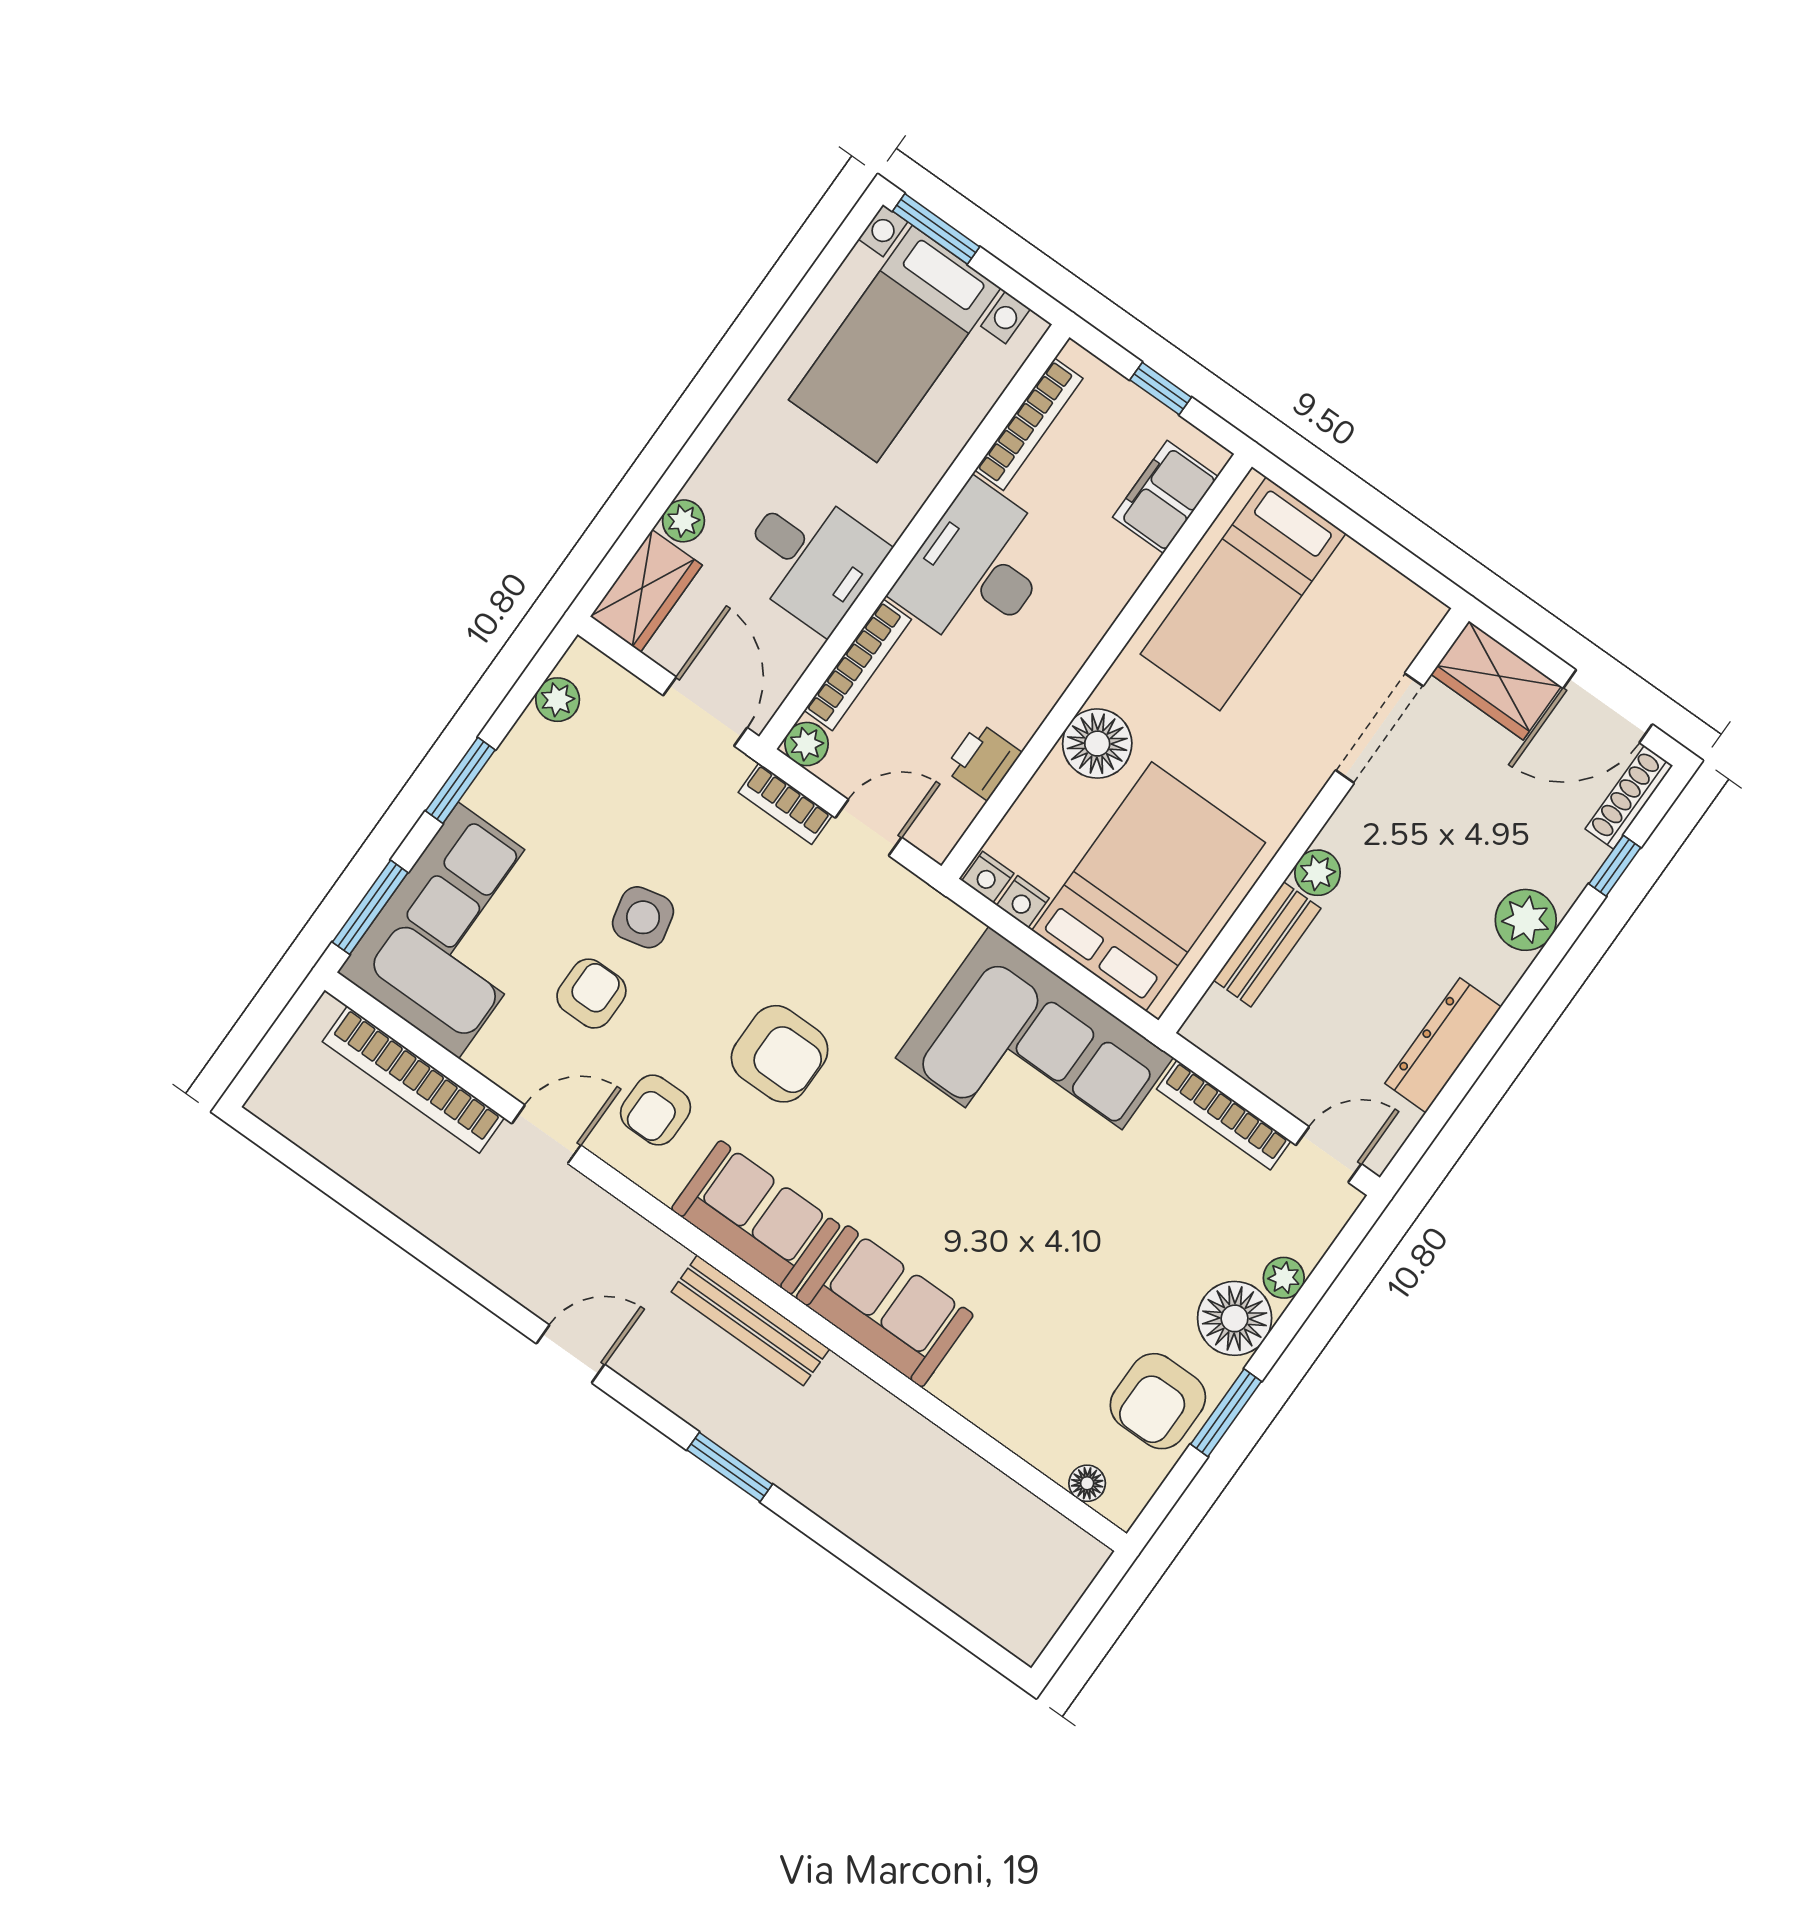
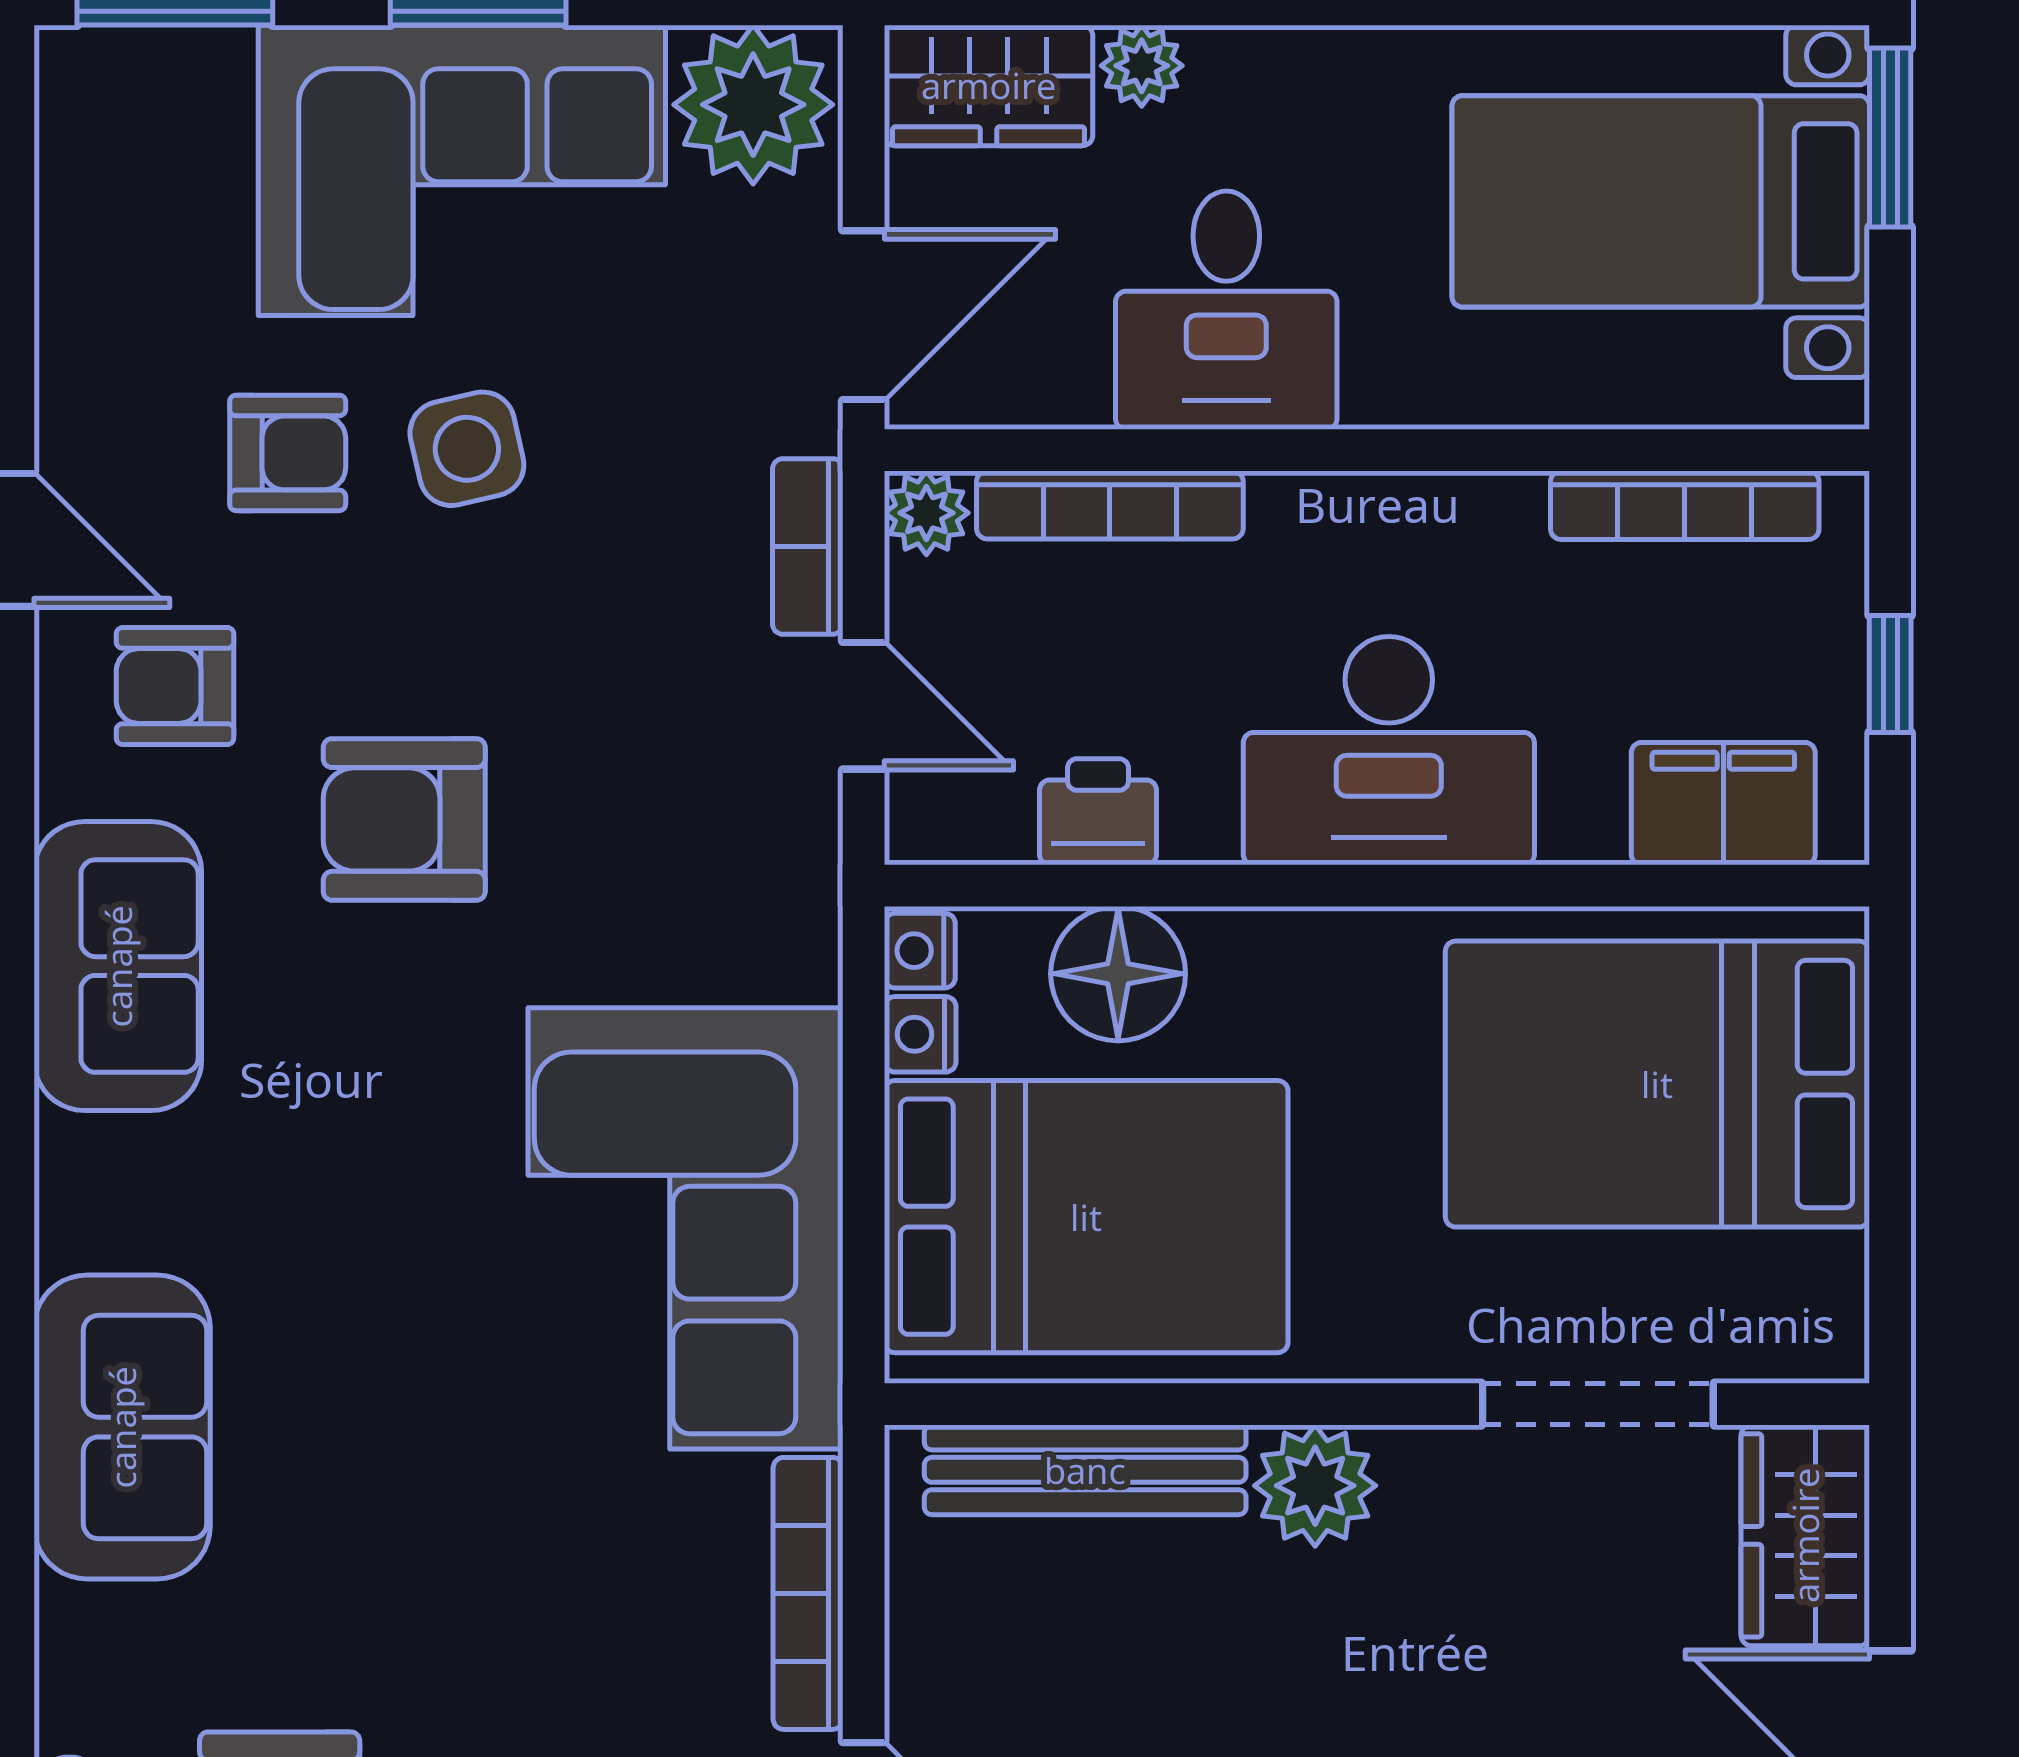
desk: (977, 569) -> (1389, 751), moved, turned 180
bed: (1243, 594) -> (1657, 1084), width x1.50
plant: (558, 700) -> (753, 105), width x1.88, depth x1.88
floor lamp: (1097, 744) -> (1118, 974), moved
plant: (1318, 873) -> (1315, 1486), width x1.38, depth x1.38
corner sofa: (458, 930) -> (462, 170), moved
bench: (1267, 944) -> (1085, 1470), width x1.36
armchair: (780, 1054) -> (404, 819), turned 90
sofa: (885, 1306) -> (122, 1427), moved

